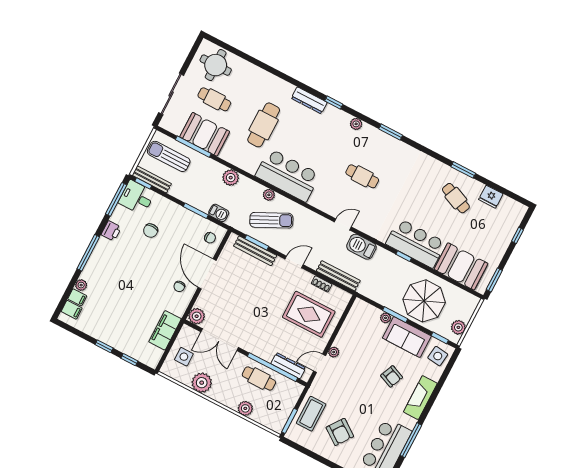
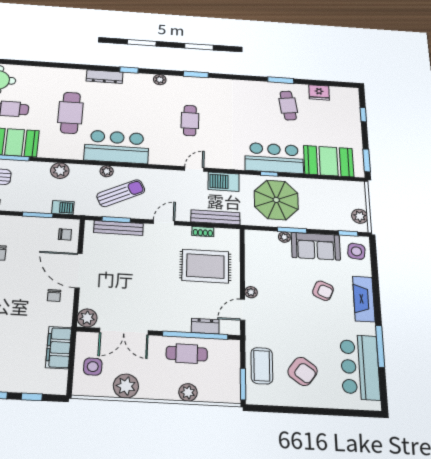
cafe table: (362, 176) -> (190, 121), turned 90
cafe table: (456, 198) -> (288, 106), turned 59
parasol: (424, 301) -> (276, 200), moved
dresser: (288, 366) -> (205, 326), width x0.70

